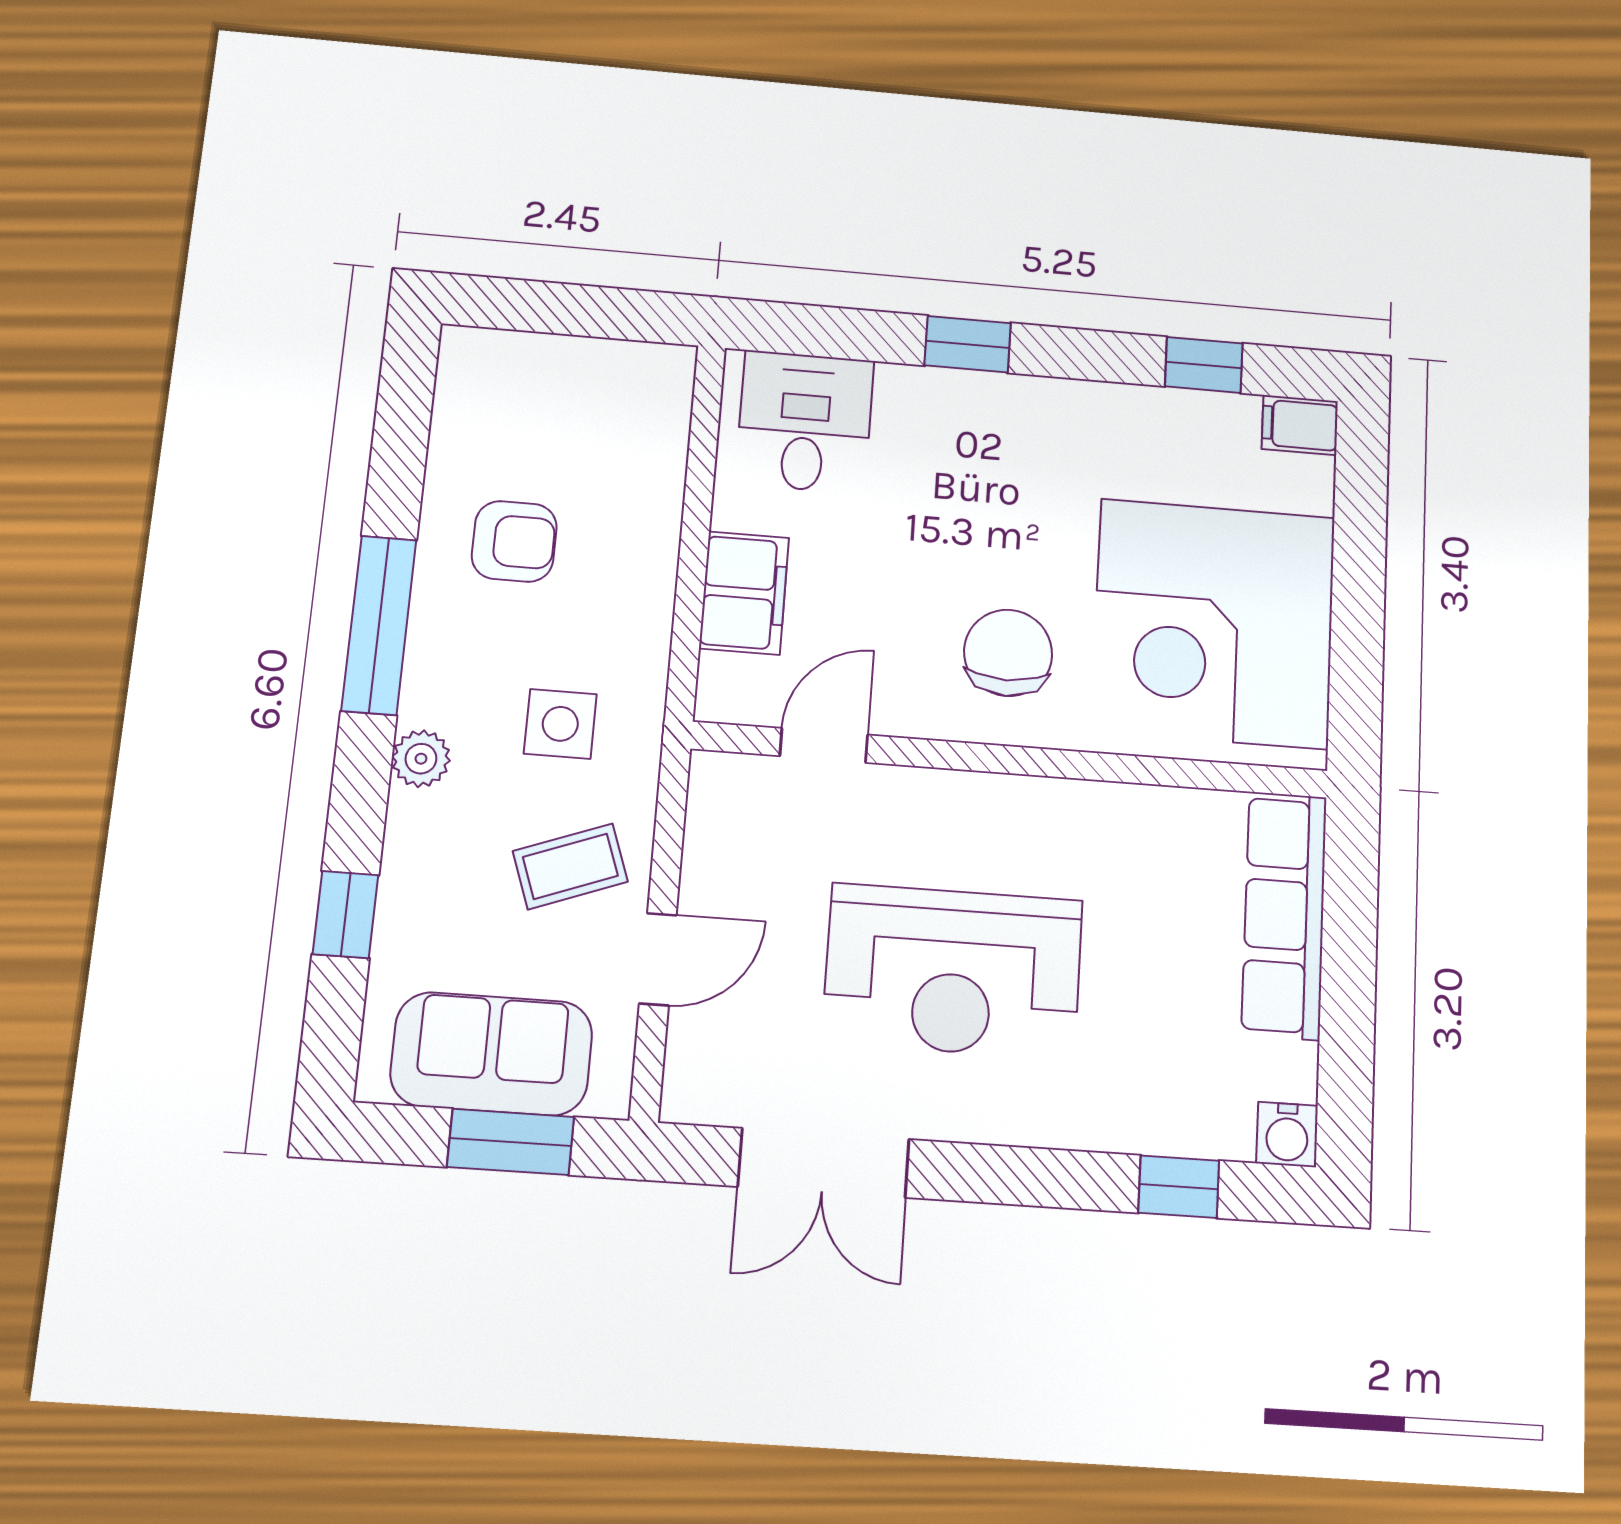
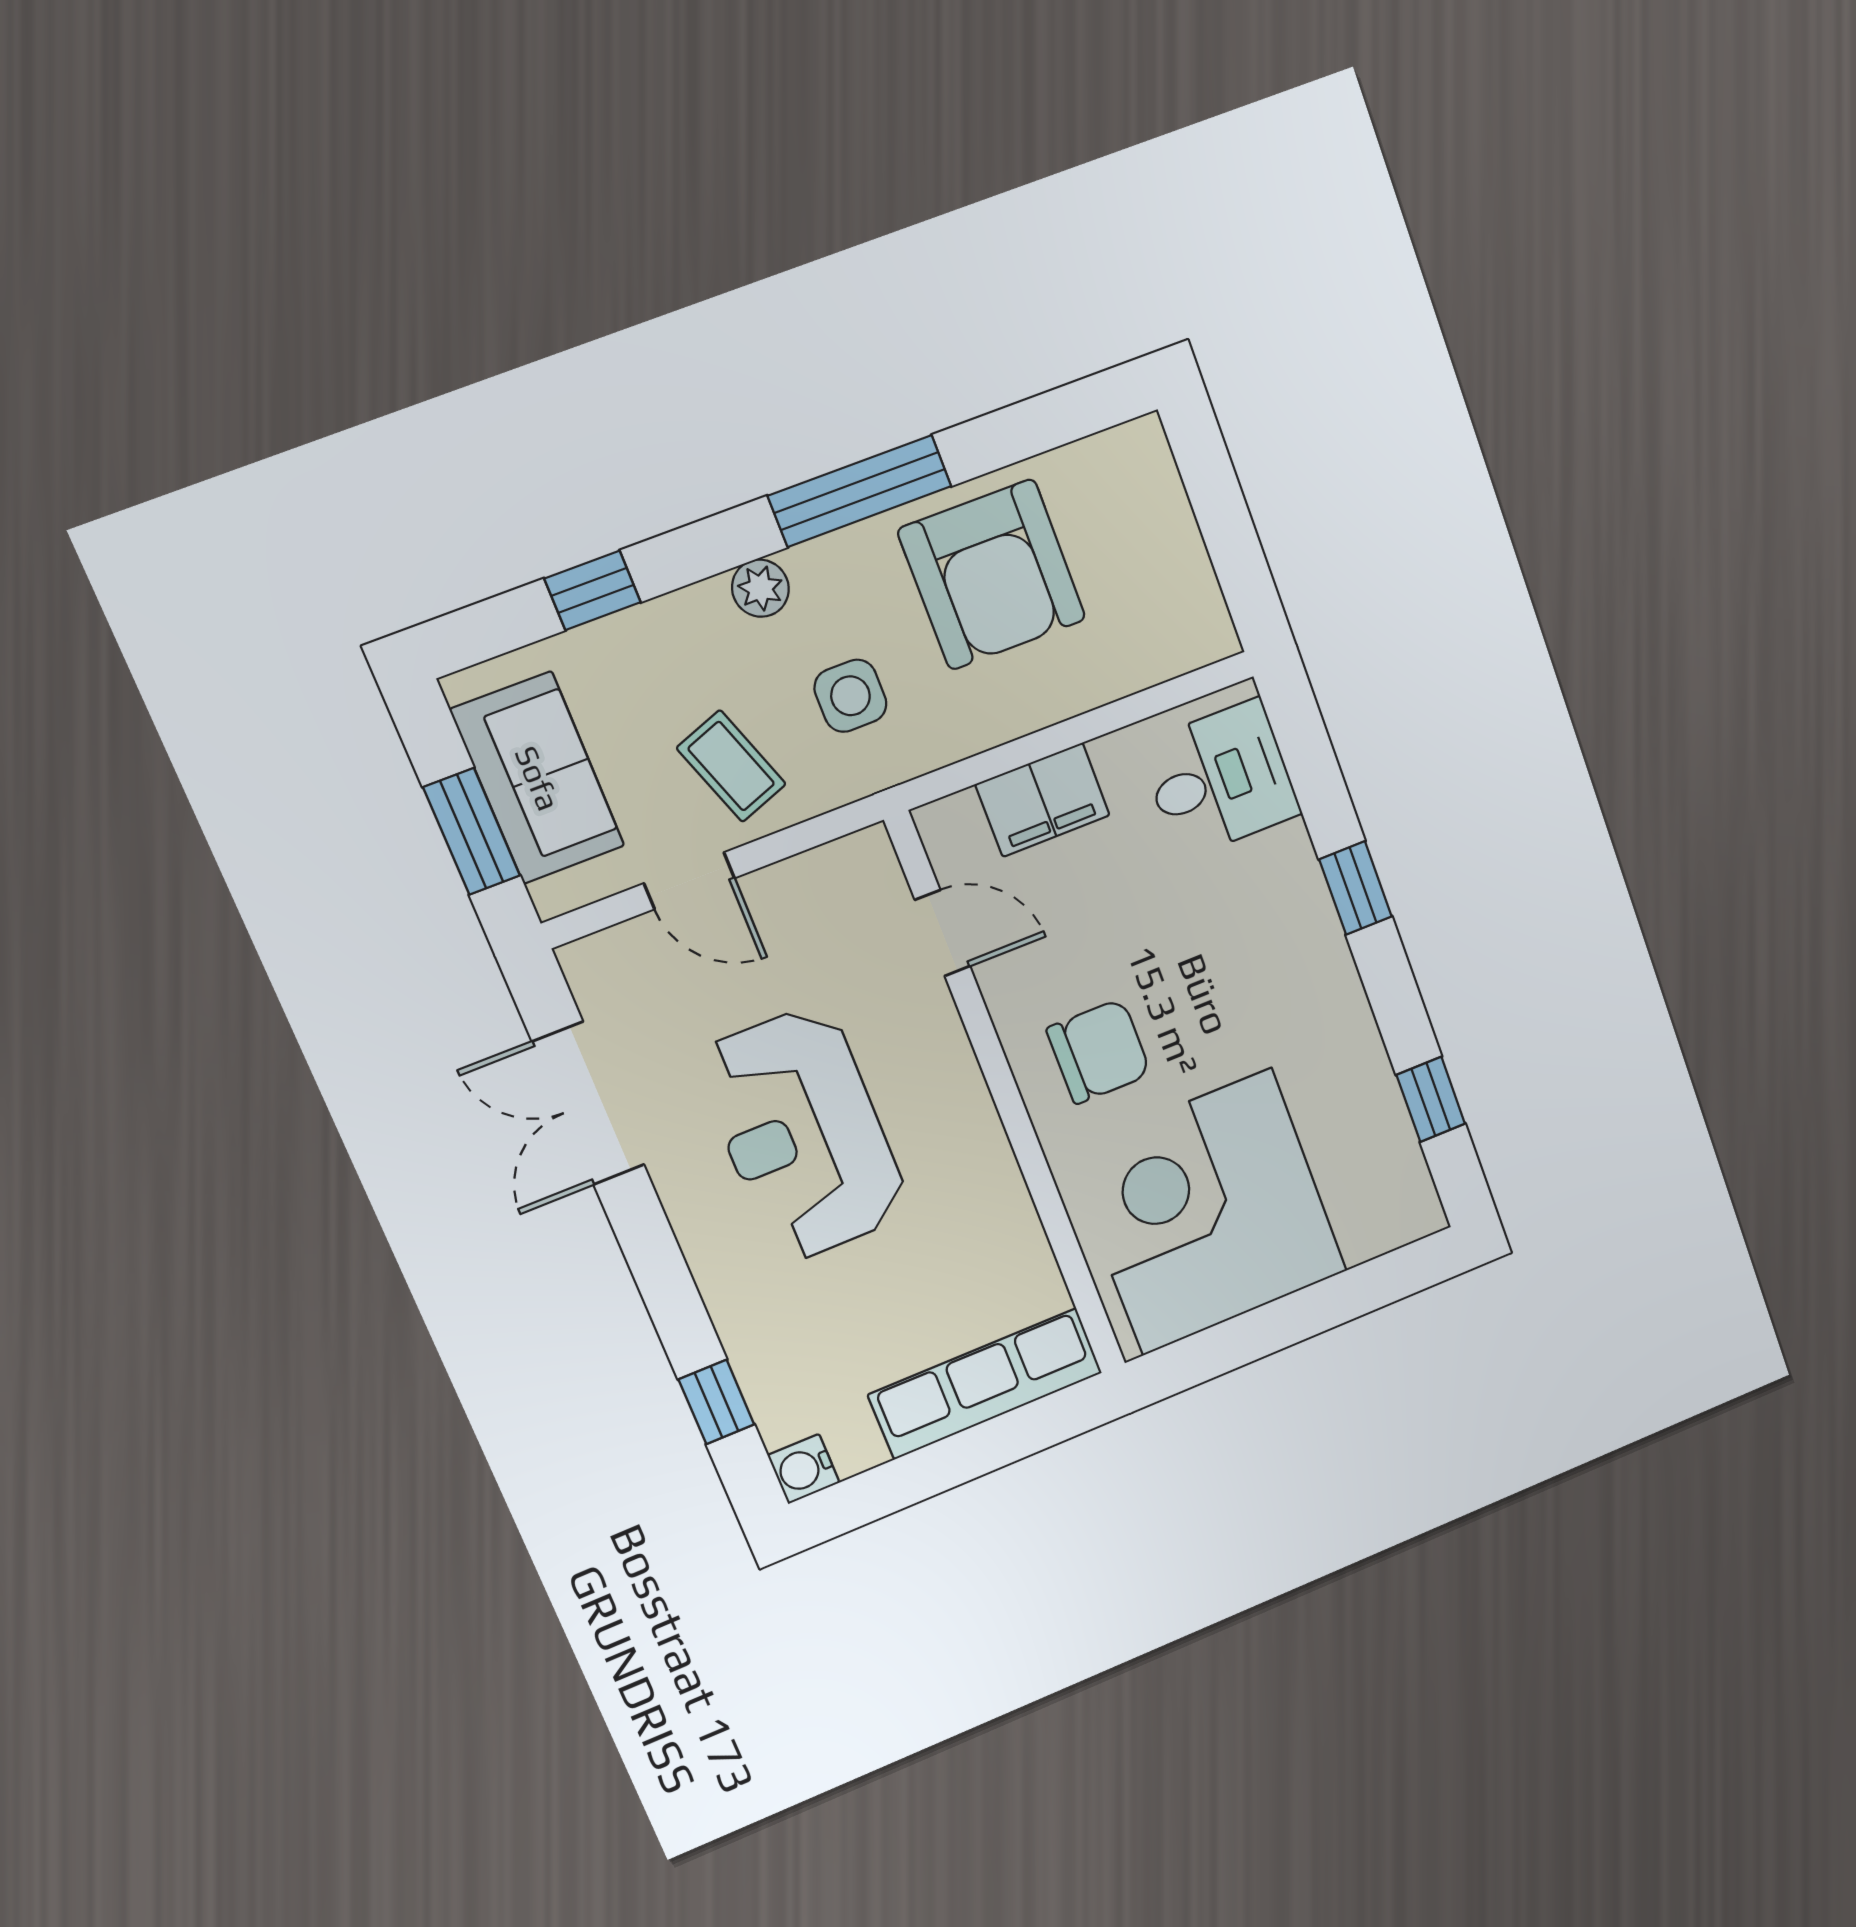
filing cabinet: (1300, 425) -> (1415, 1205), removed
armchair: (514, 541) -> (992, 575), width x1.88, depth x1.88

